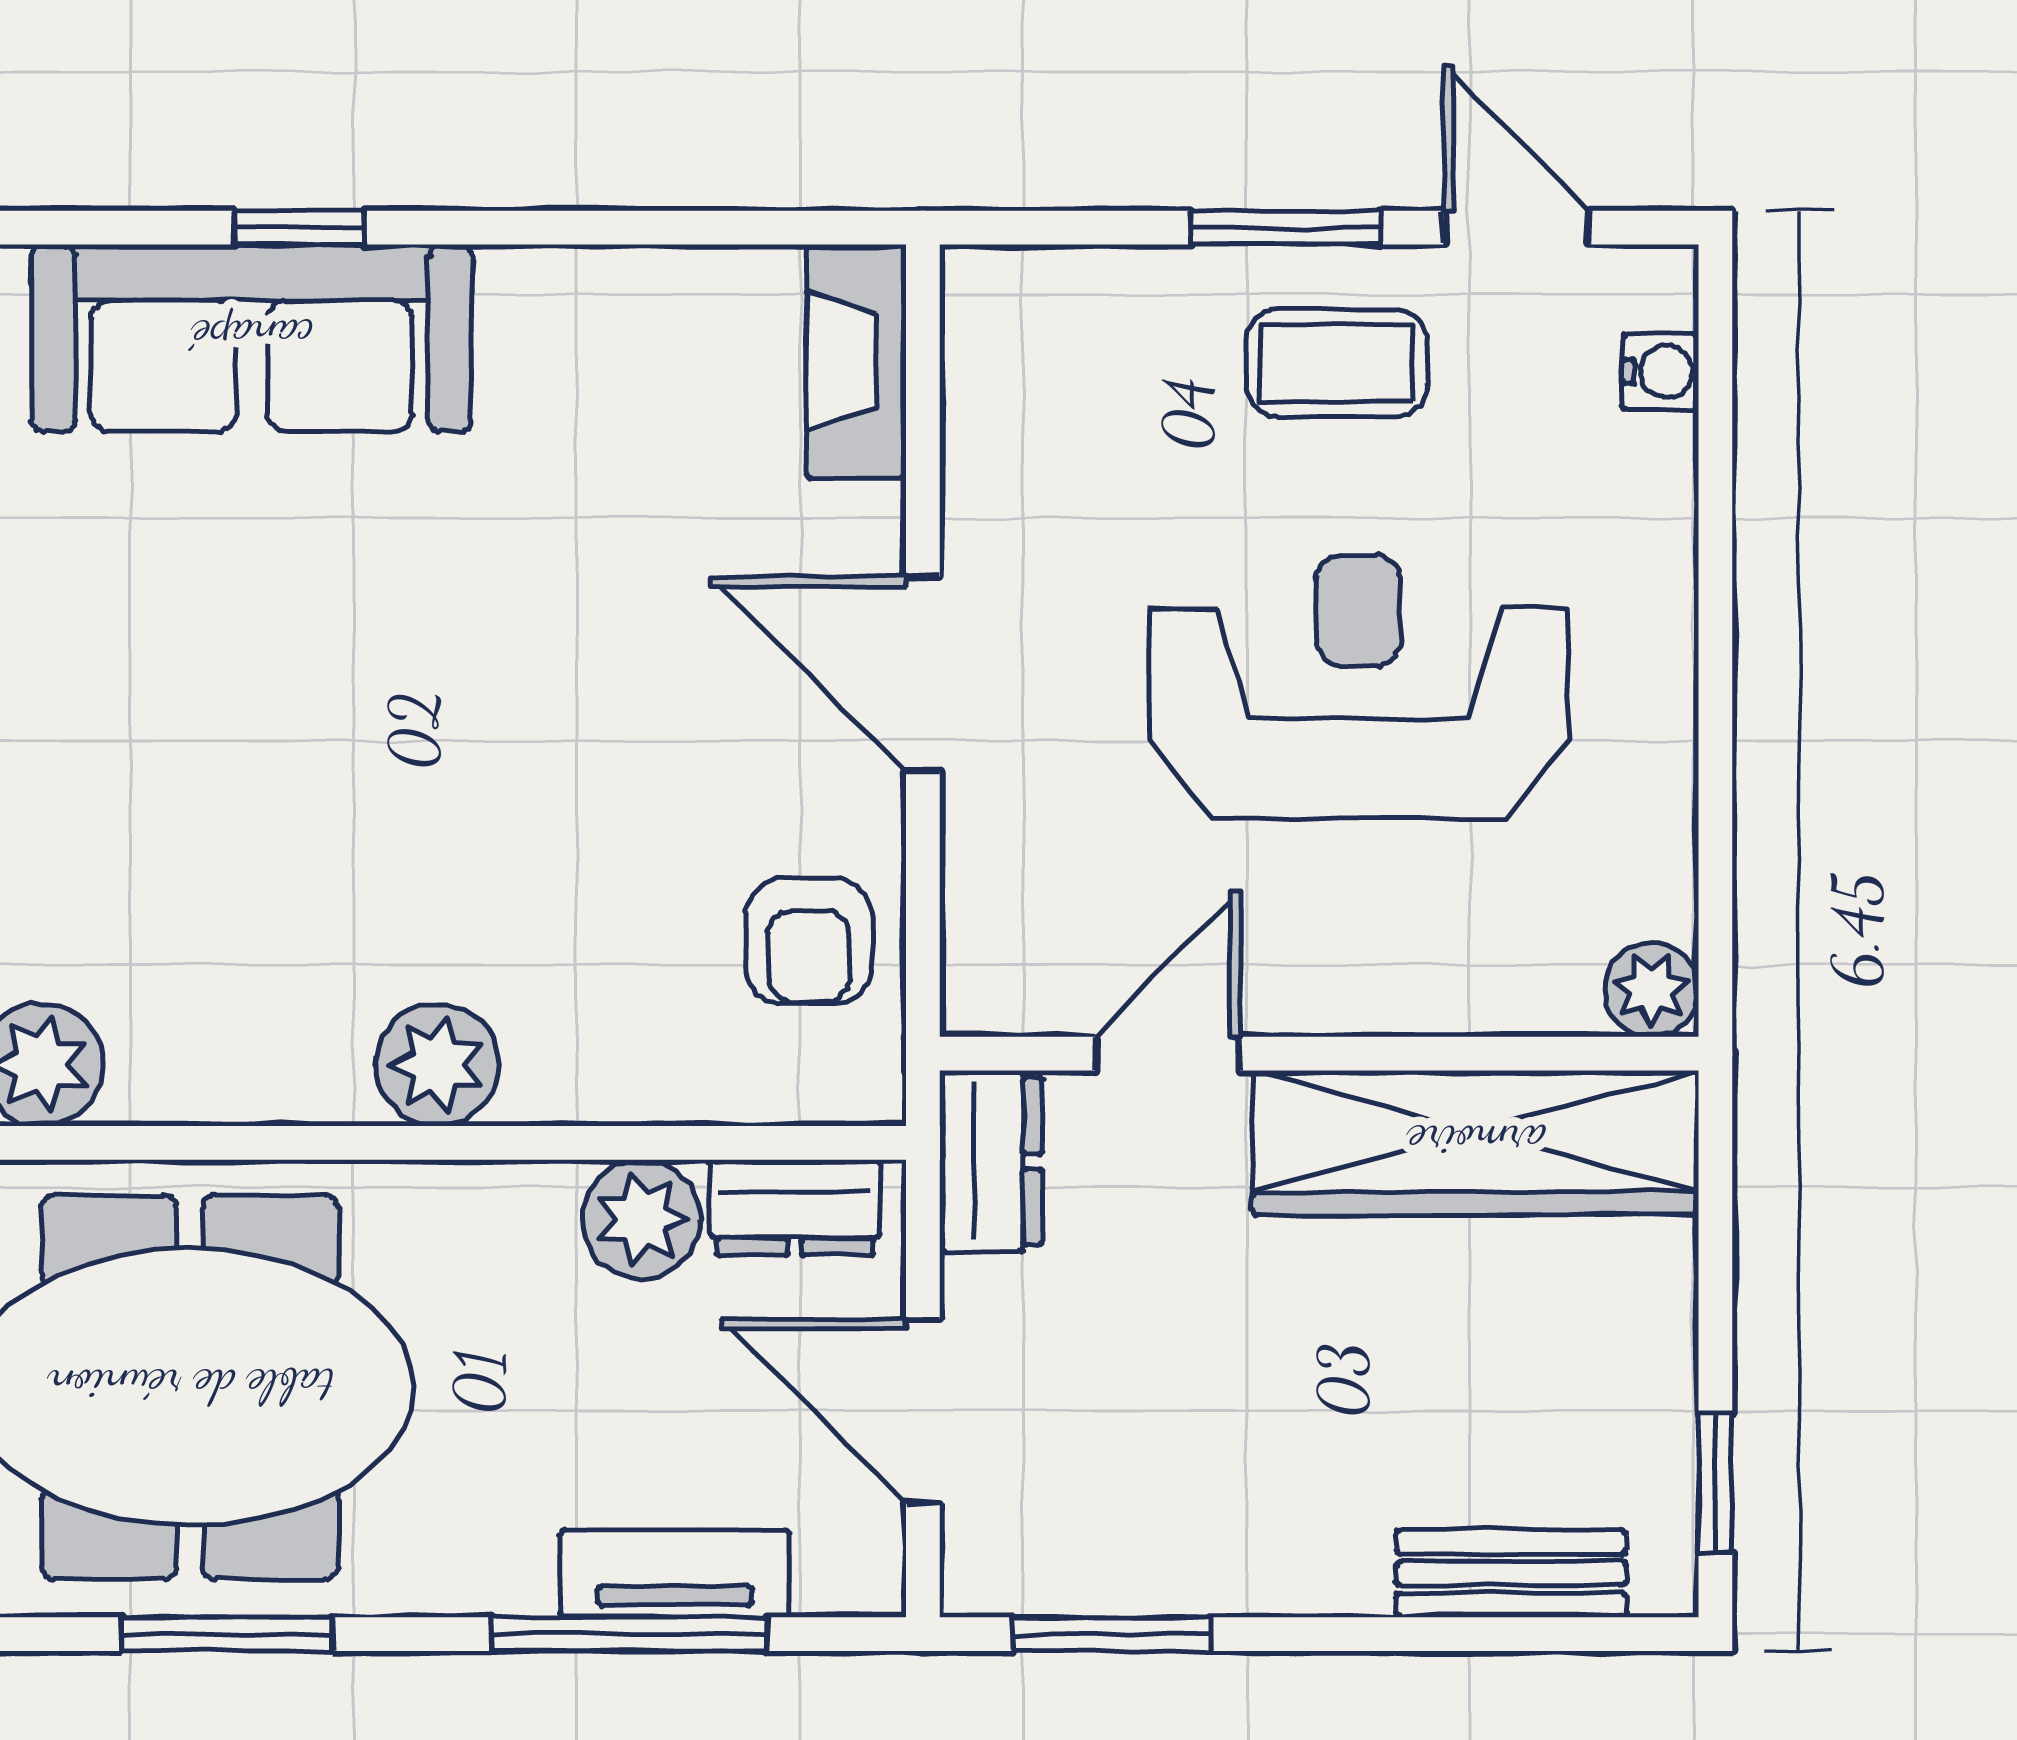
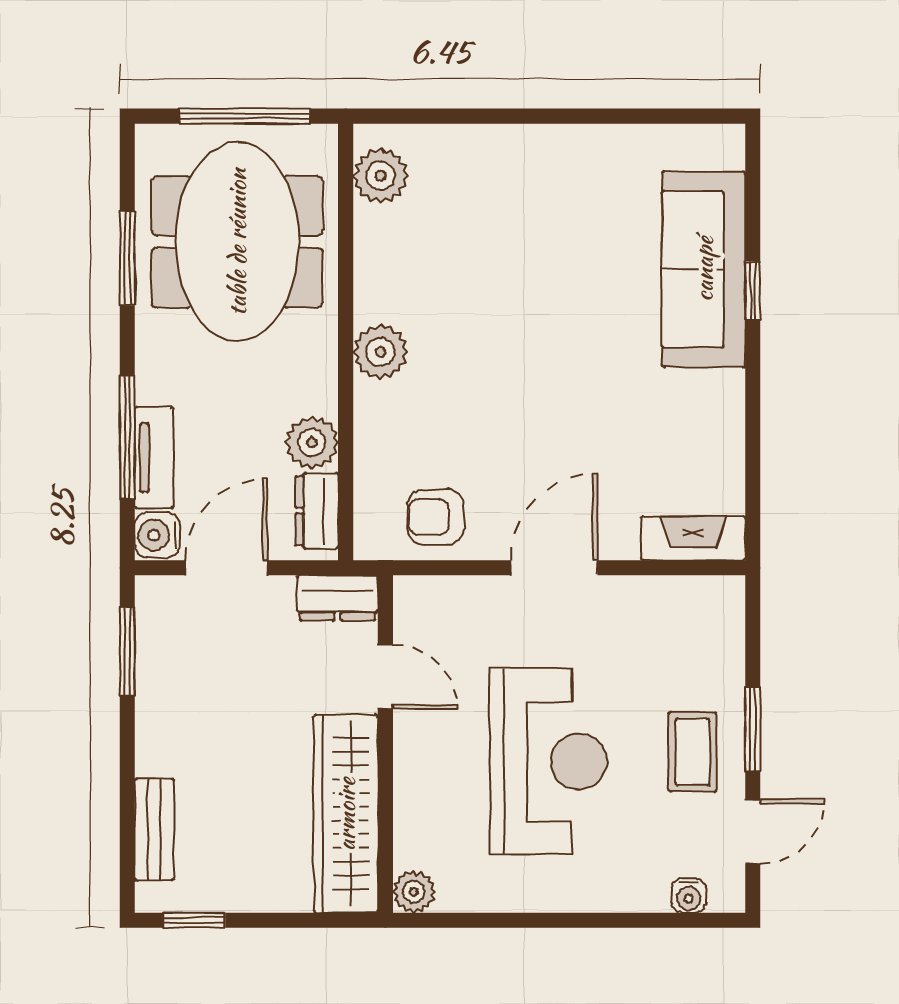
water cooler: (849, 1566) -> (157, 535), added

